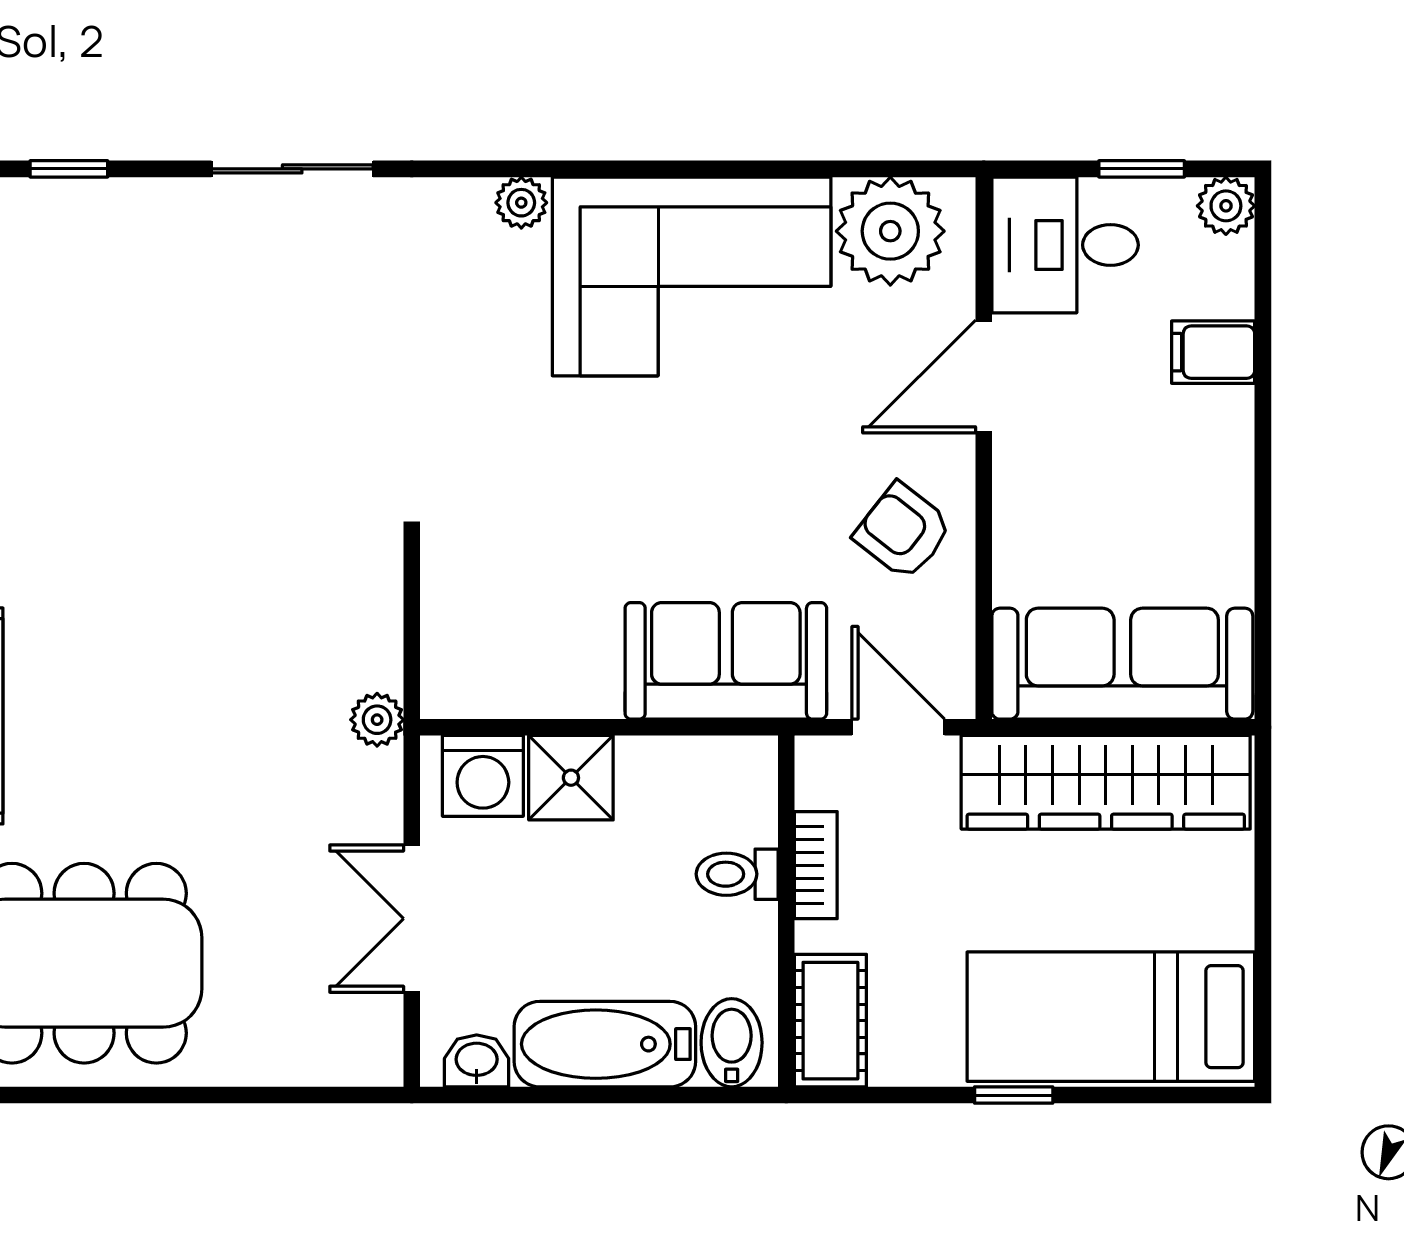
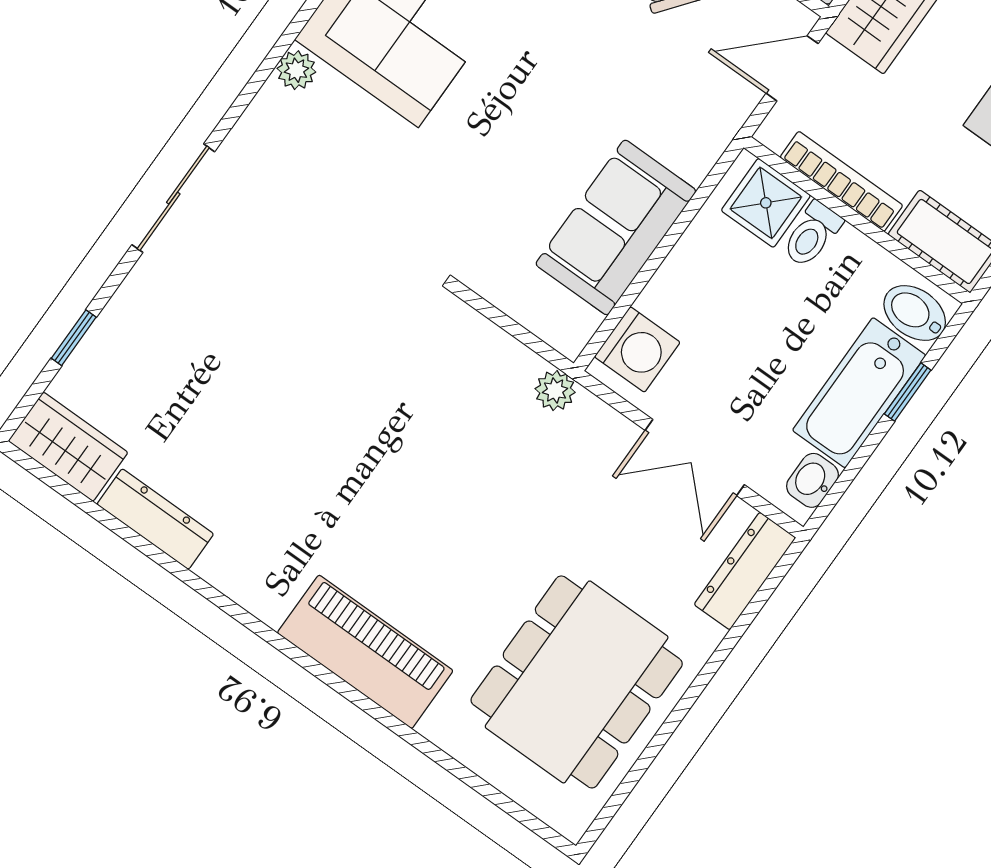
sofa: (726, 661) -> (616, 227), moved
shower: (571, 778) -> (766, 203), moved
bookcase: (816, 865) -> (841, 181), width x1.56
dresser: (329, 1058) -> (745, 571), added
window: (643, 1095) -> (908, 392), added

